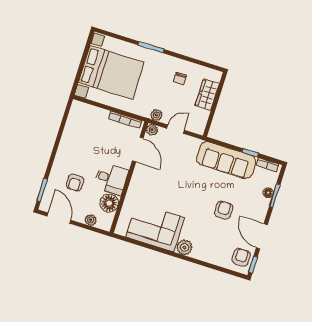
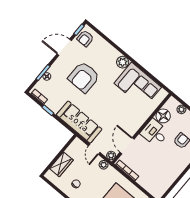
door: (175, 129) -> (94, 149), hinge flipped
sofa: (226, 160) -> (79, 122), moved
armchair: (224, 210) -> (84, 77), width x1.88, depth x1.88
door: (262, 236) -> (64, 47), swing flipped

